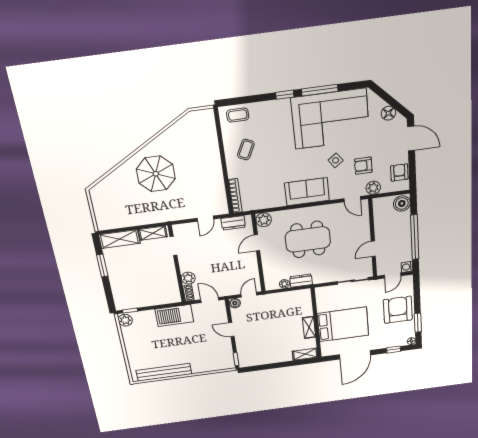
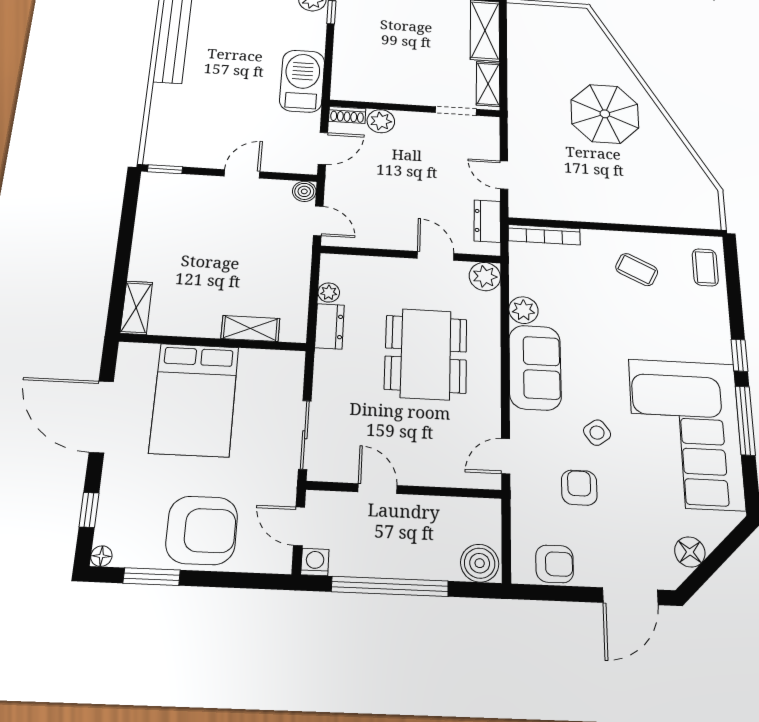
plant: (373, 188) -> (523, 310), moved
shelving: (309, 327) -> (250, 328), moved

